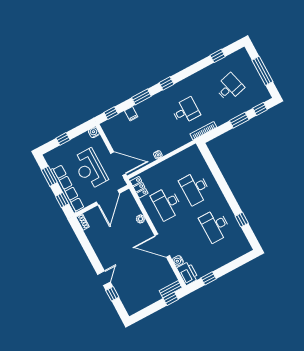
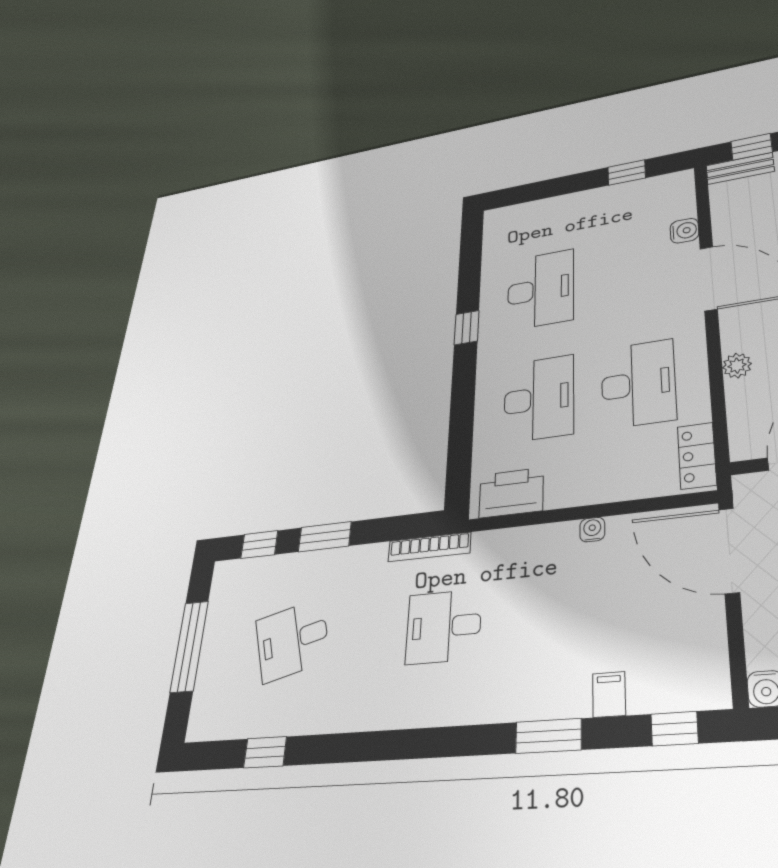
window: (167, 83) -> (450, 742), removed
window: (242, 220) -> (467, 328), moved
printer: (188, 273) -> (511, 493), moved, turned 90

